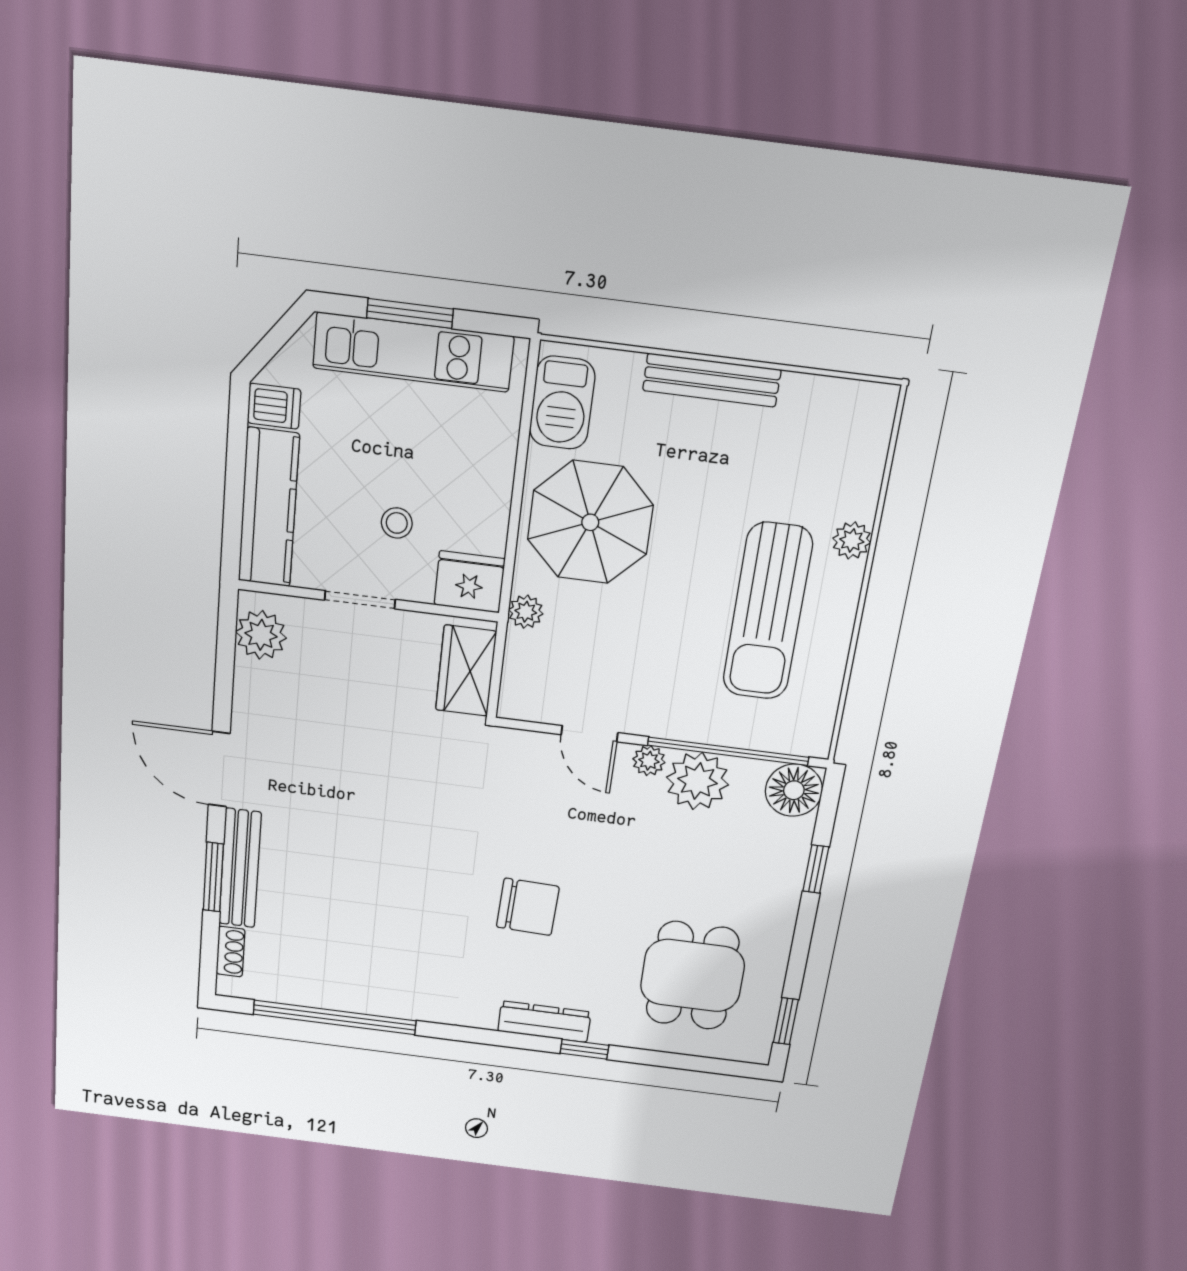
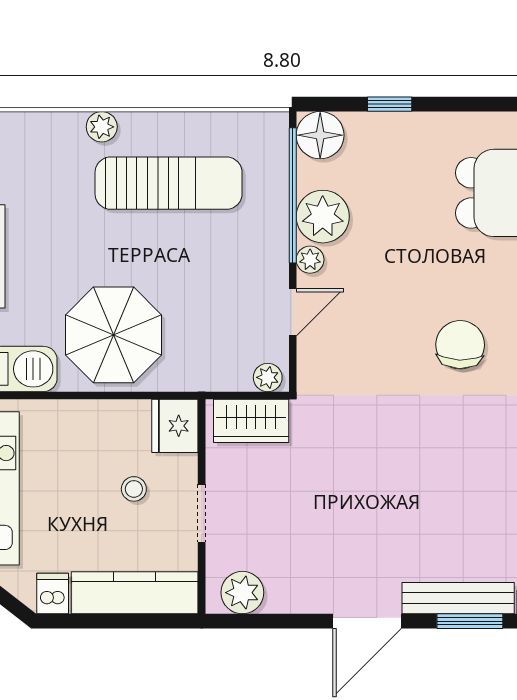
plant: (526, 612) -> (268, 377), moved

